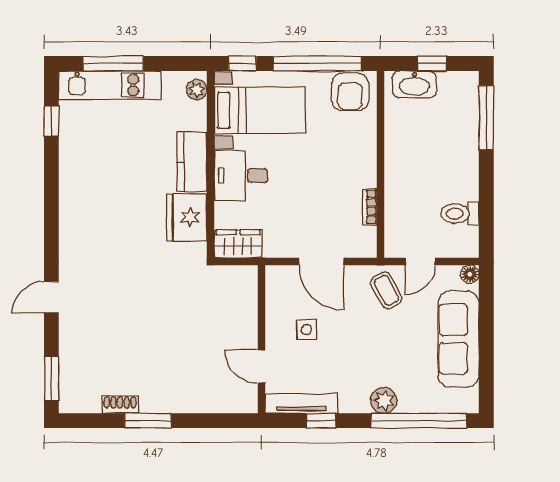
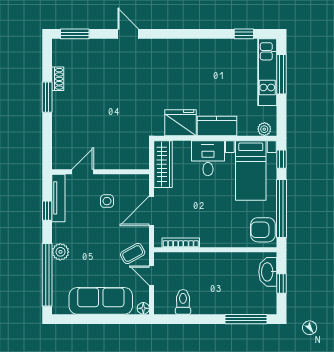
bookcase: (370, 207) -> (181, 243), width x1.56
wardrobe: (238, 244) -> (163, 164), width x1.50

